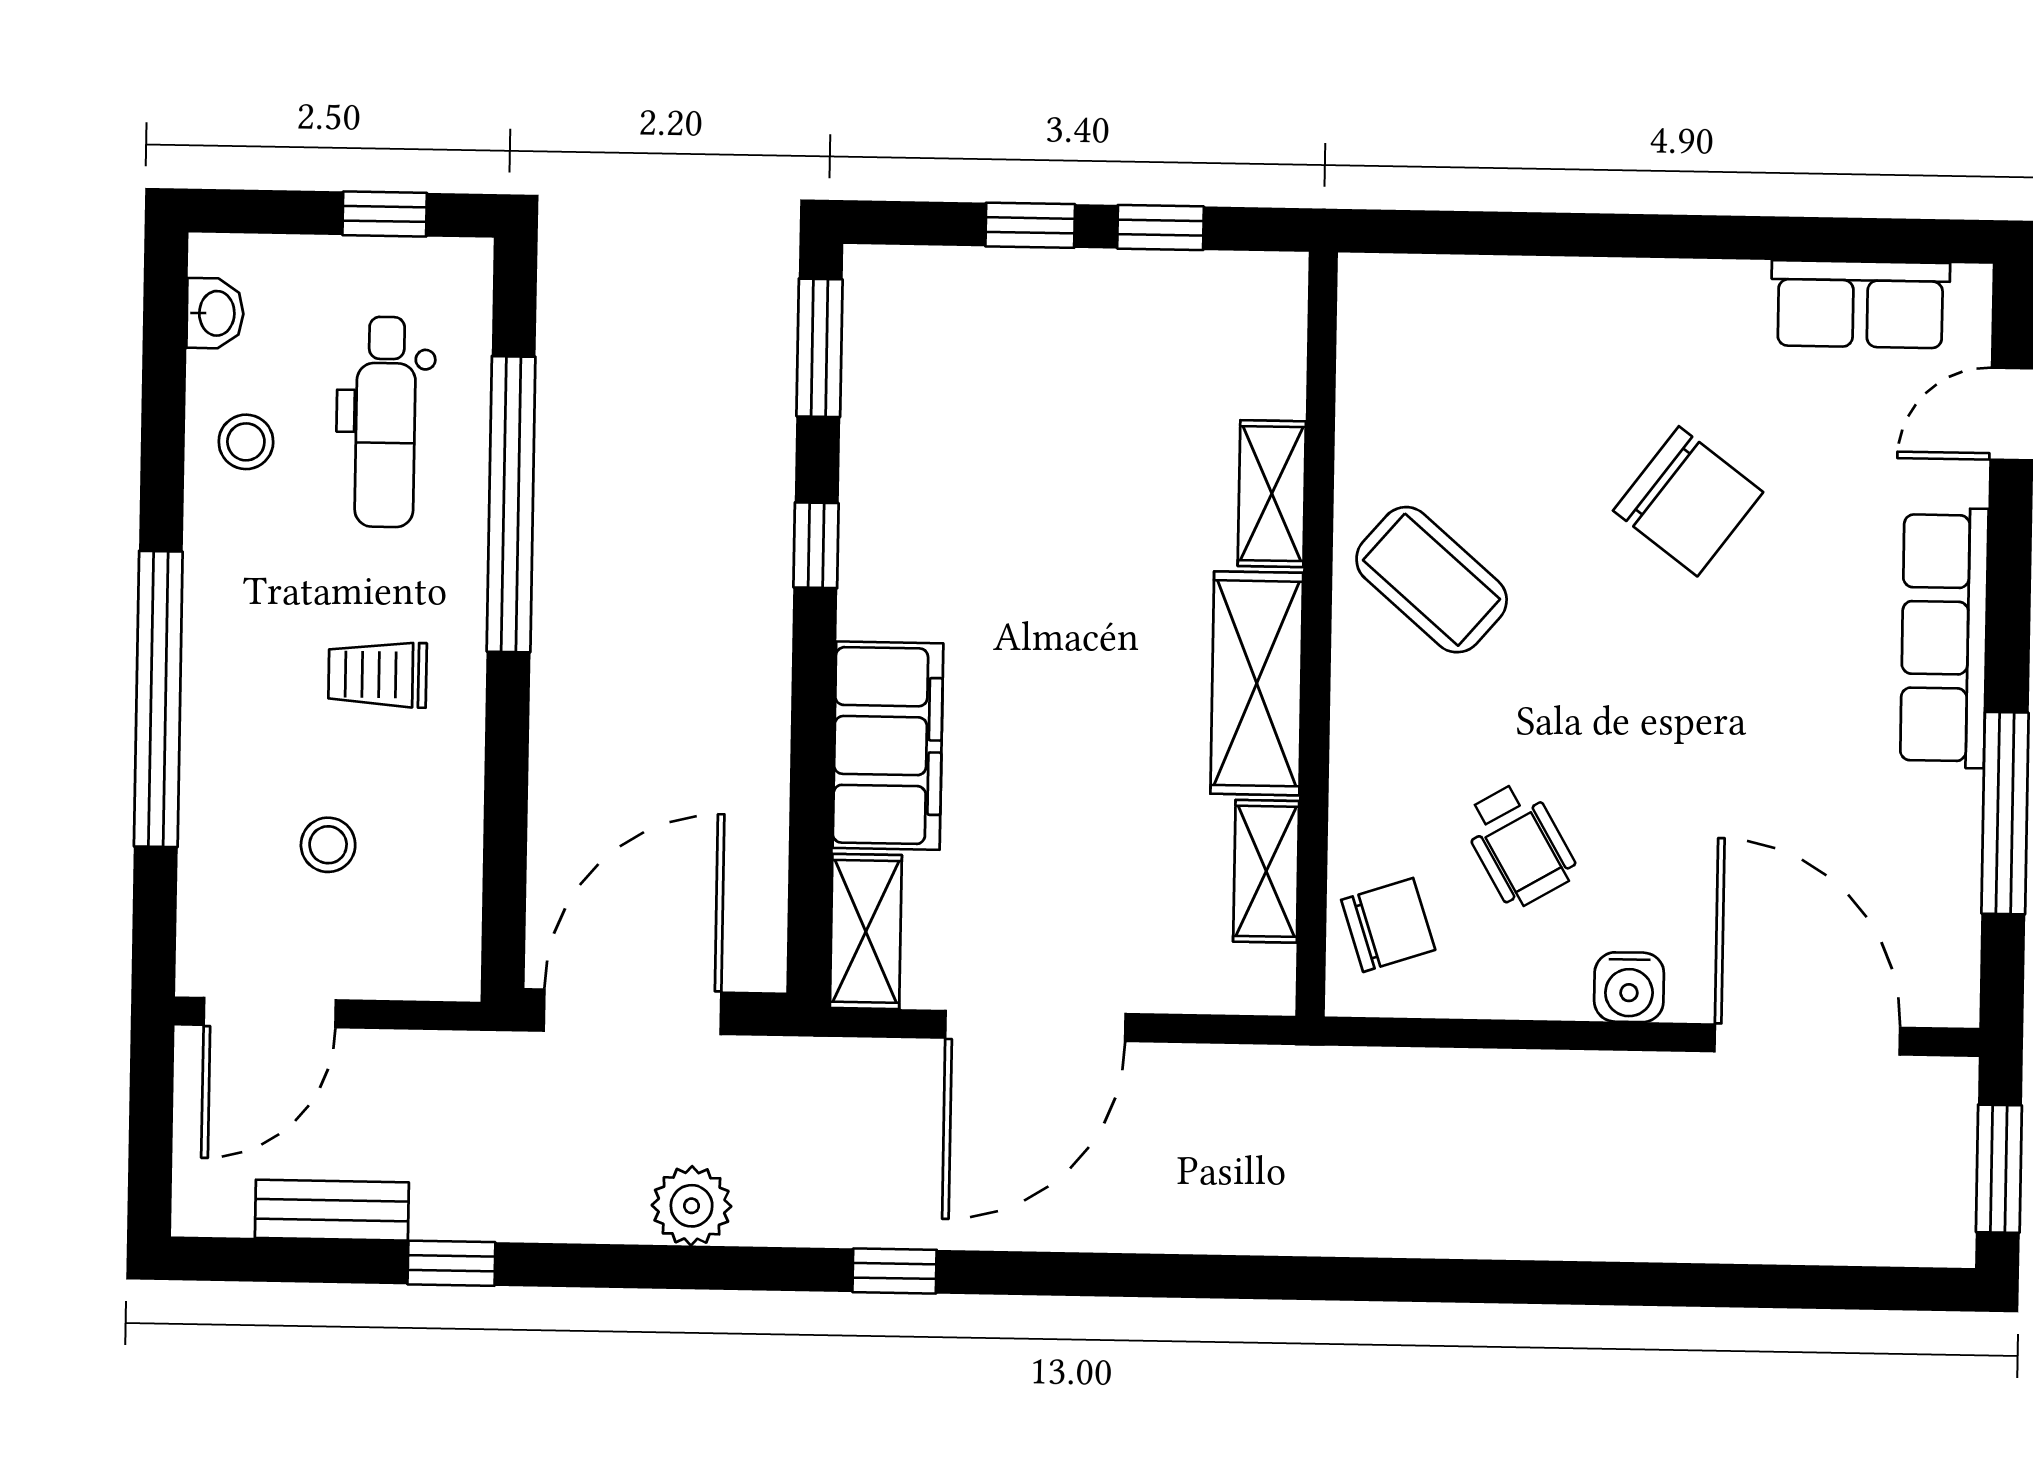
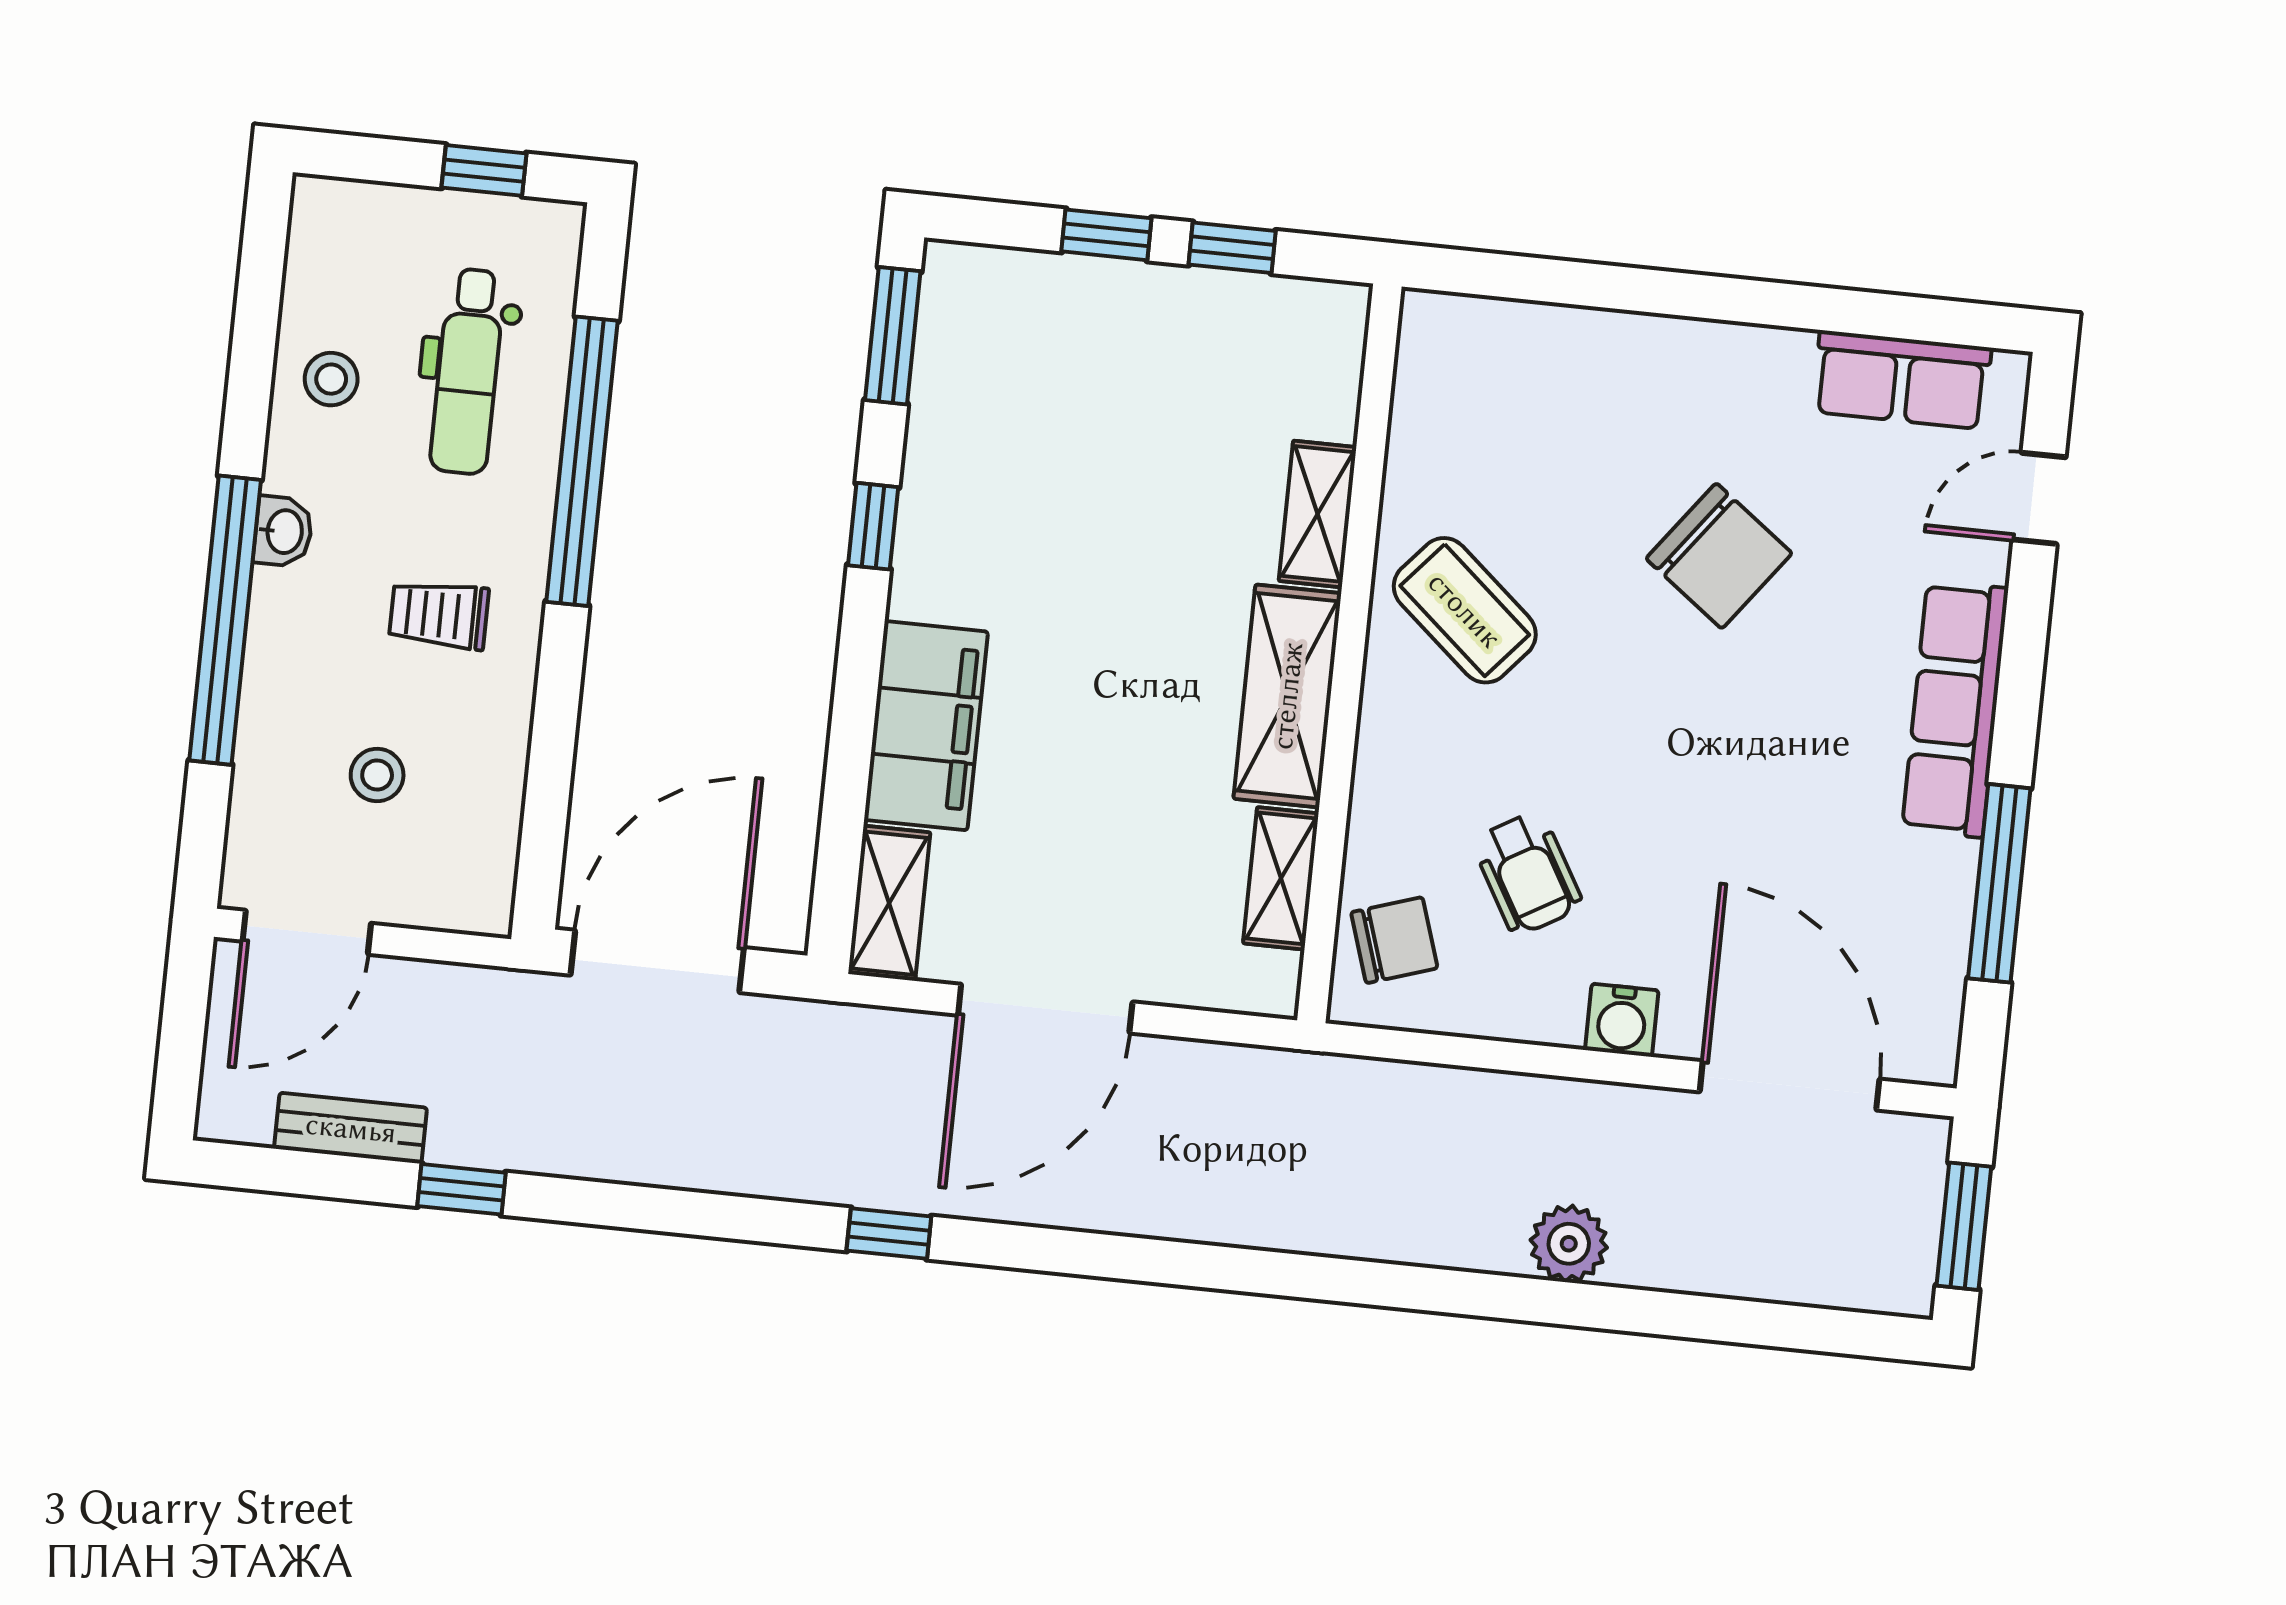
washbasin: (215, 313) -> (283, 531), moved
plant: (692, 1206) -> (1569, 1244), moved

